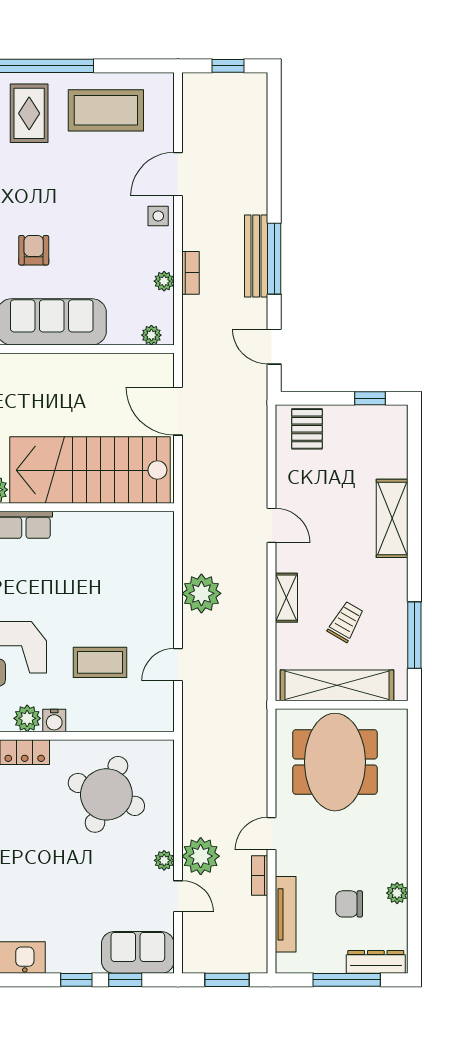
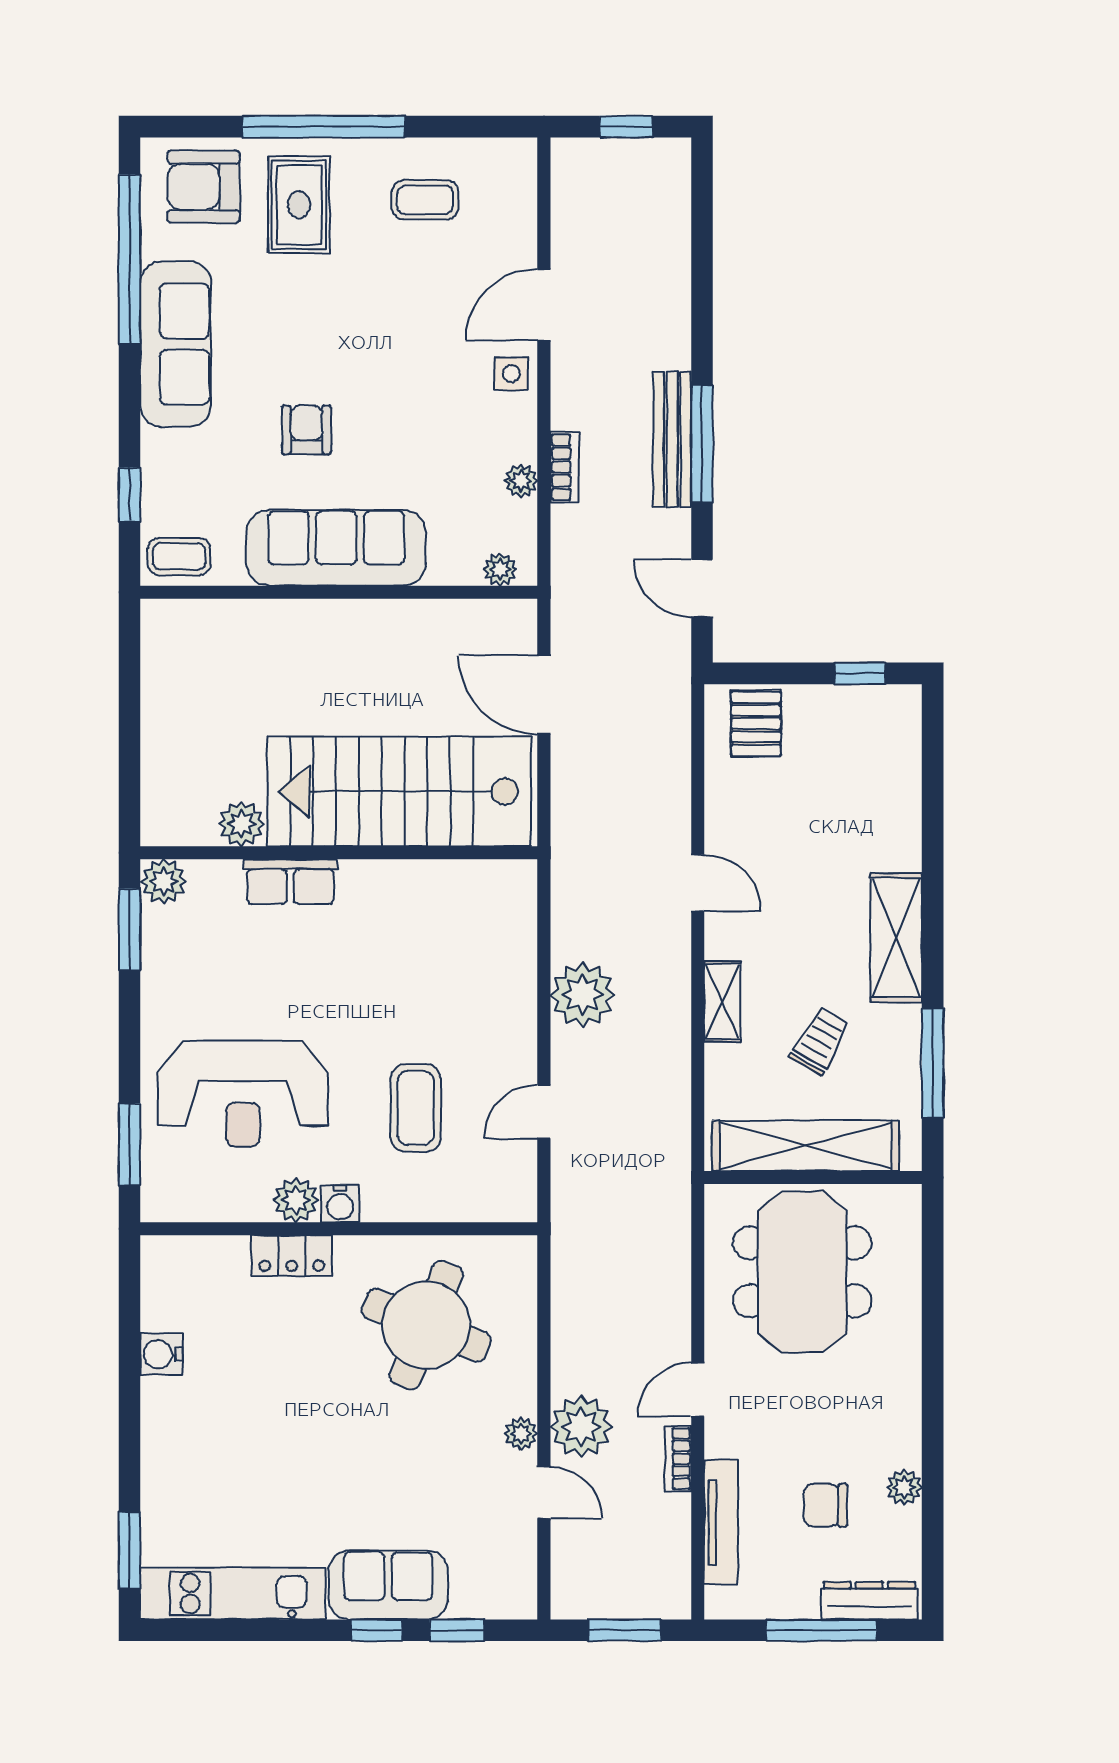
coffee table: (106, 110) -> (425, 200), width x0.54, depth x0.58
shelving: (392, 518) -> (896, 938), moved
coffee table: (100, 662) -> (416, 1108), turned 90
sofa: (138, 952) -> (388, 1585), moved

